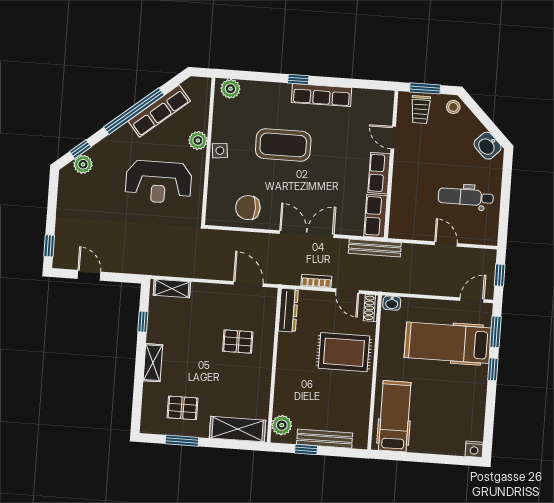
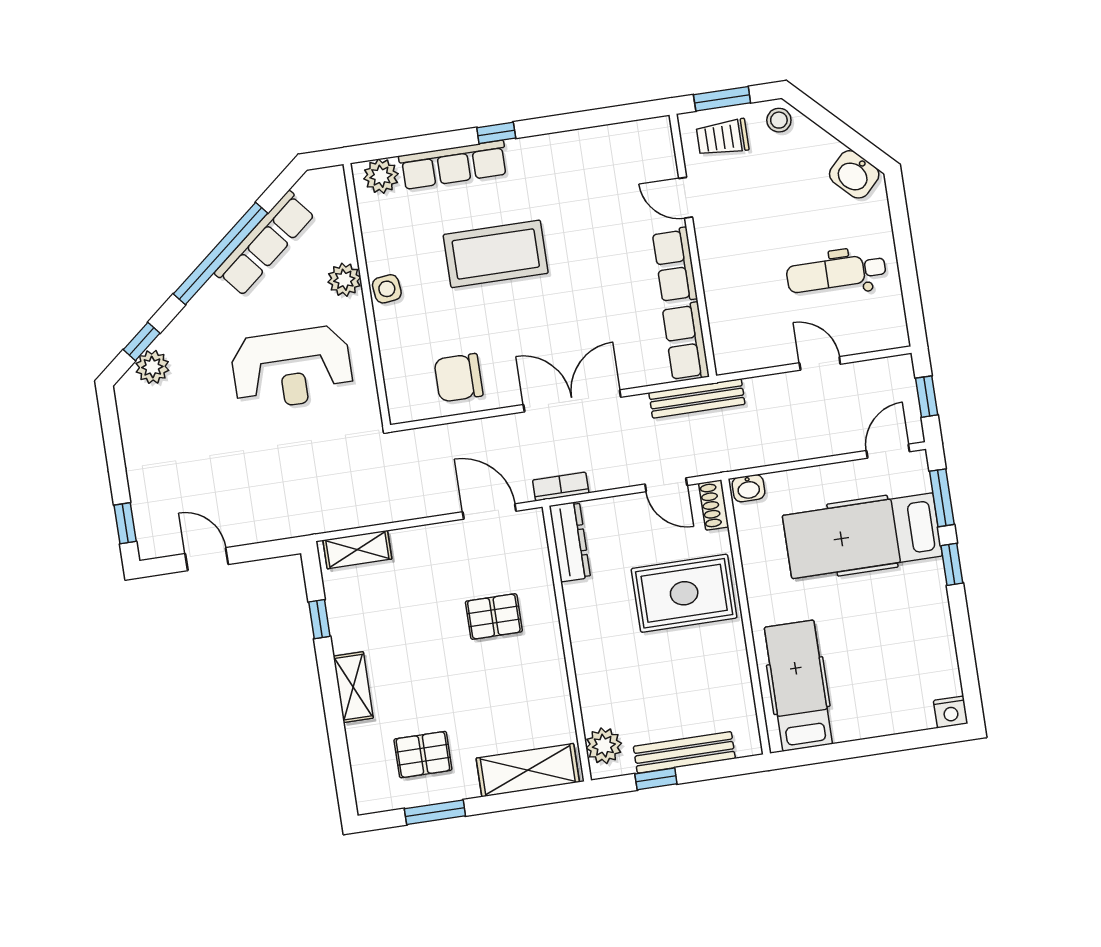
row of seats: (322, 95) -> (453, 165), moved
trolley: (421, 110) -> (722, 138), turned 90
bookcase: (316, 281) -> (561, 487), moved

